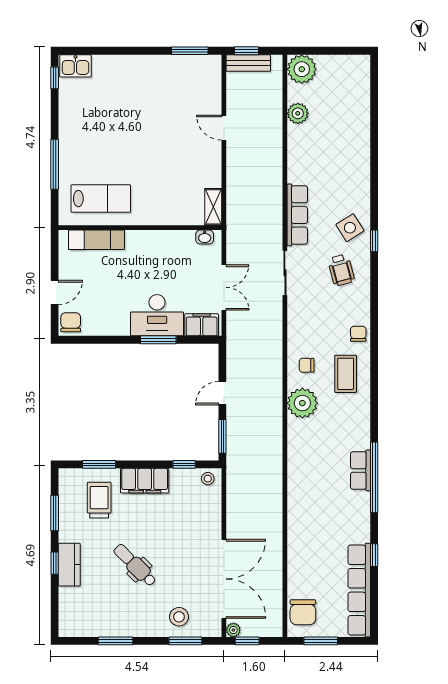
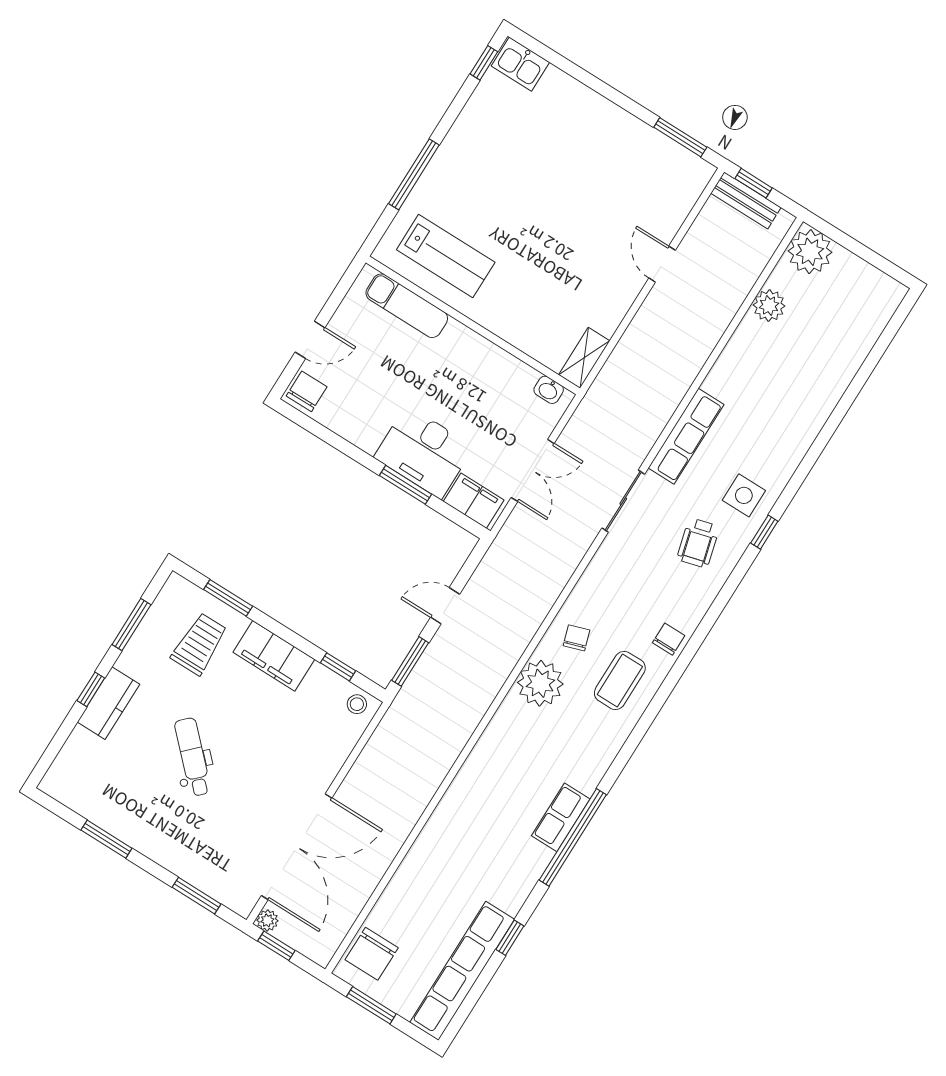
side table: (350, 228) -> (744, 495), turned 32
chair: (307, 365) -> (576, 638), turned 72
stool: (179, 617) -> (208, 859), removed

